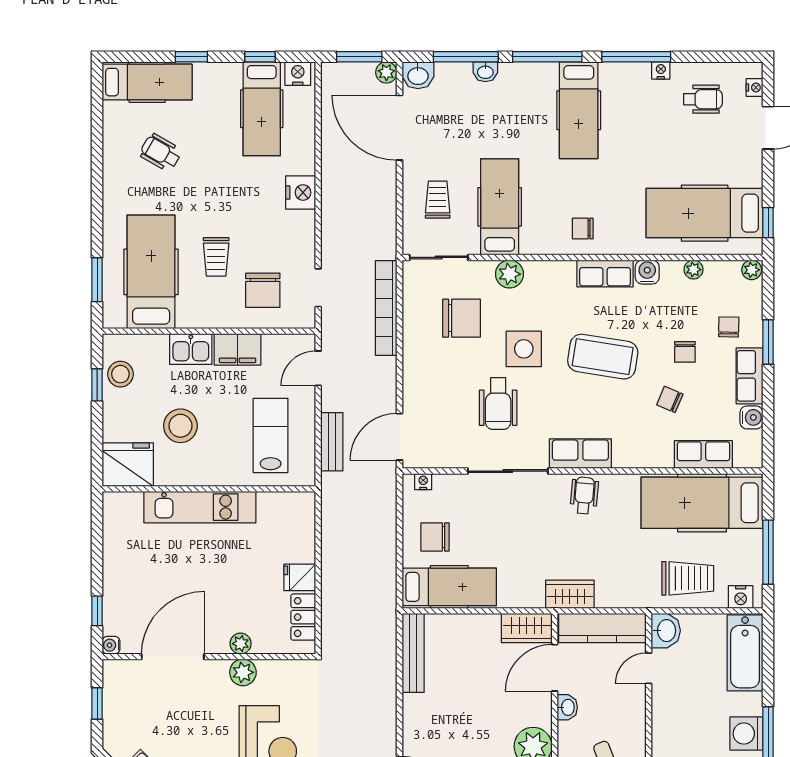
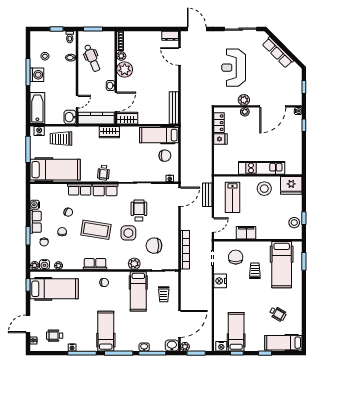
door: (400, 128) -> (179, 324), hinge flipped
nightstand: (301, 192) -> (220, 281), moved
water cooler: (647, 272) -> (44, 265), moved
kitchen sink: (191, 349) -> (265, 233), removed
stool: (180, 426) -> (264, 189), moved
row of seats: (703, 455) -> (80, 189), moved

